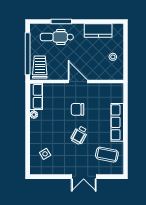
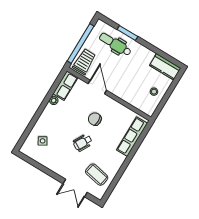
kitchen counter: (98, 31) -> (165, 67), moved
door: (78, 81) -> (97, 87), moved
row of seats: (117, 122) -> (132, 137), moved
double door: (84, 177) -> (75, 188), moved

